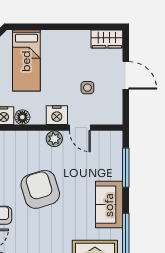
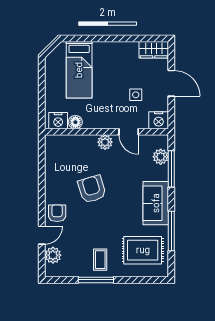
nightstand: (57, 115) -> (159, 120), moved
plant: (114, 154) -> (161, 157), added
armchair: (40, 189) -> (92, 189), width x0.73, depth x0.73

